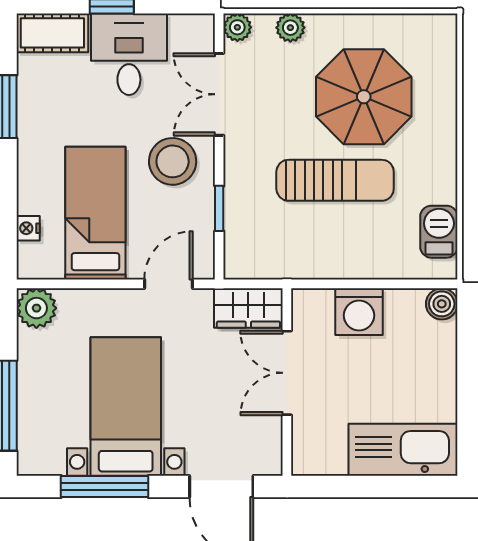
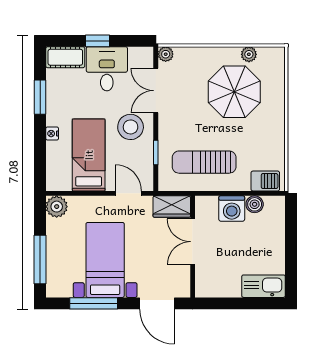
plant: (290, 28) -> (249, 54), moved
sun lounger: (335, 180) -> (204, 162), moved, turned 180
nightstand: (28, 228) -> (52, 134), moved
barbecue: (439, 232) -> (265, 181), moved, turned 90
door: (168, 284) -> (128, 193), hinge flipped
boiler: (442, 304) -> (255, 204), moved
kitchen sink: (403, 450) -> (264, 286), width x0.73, depth x0.81

